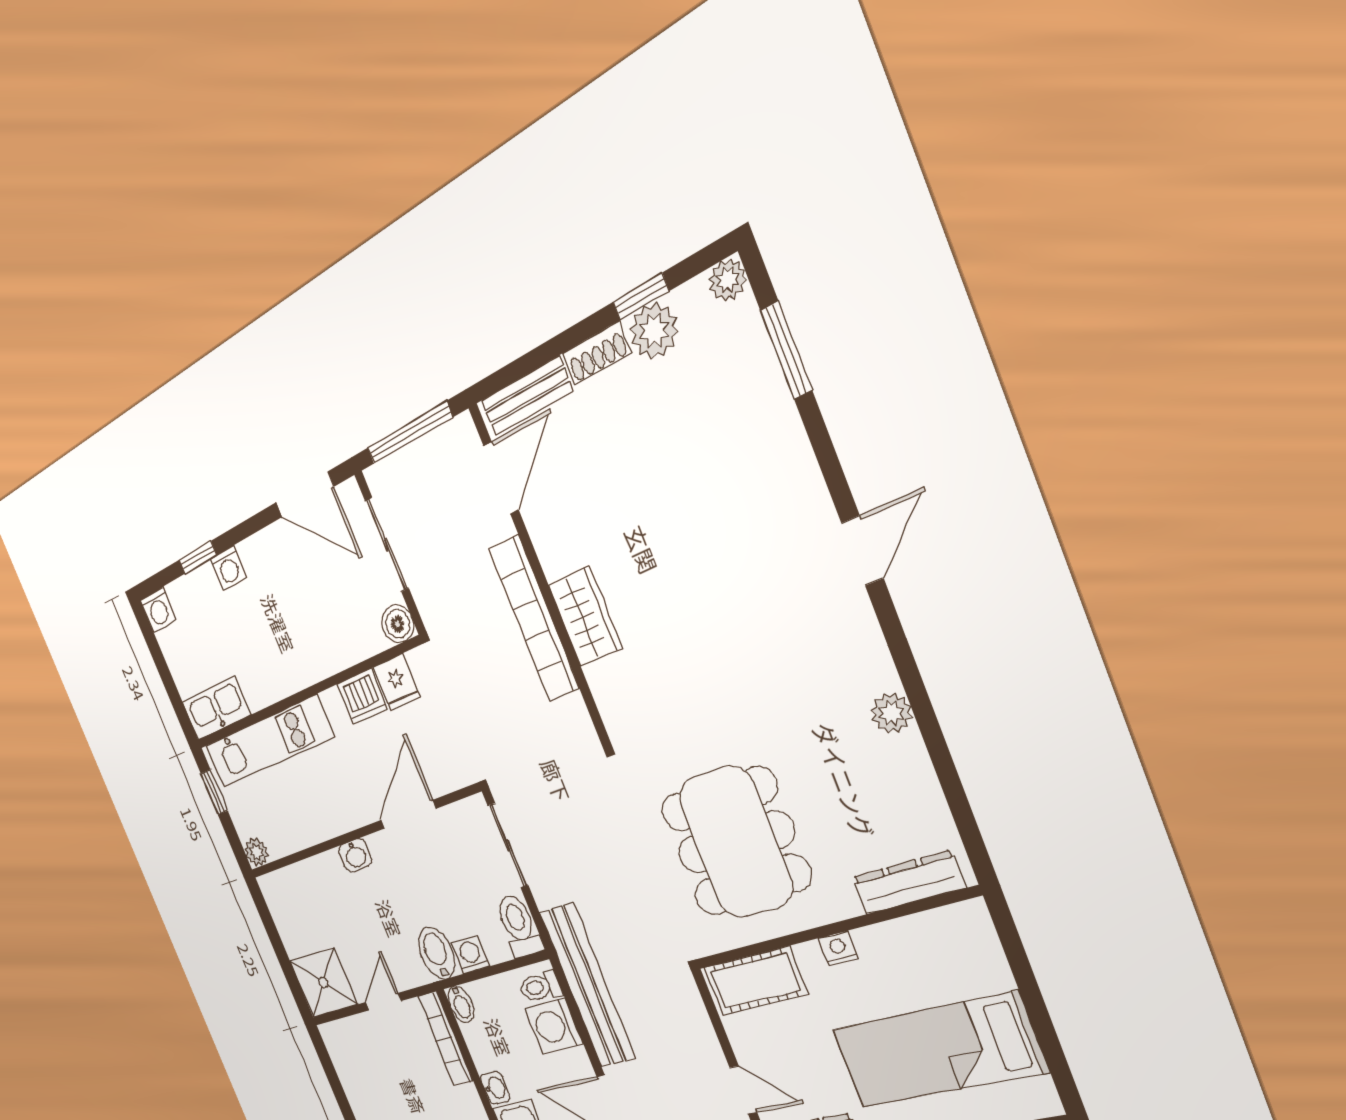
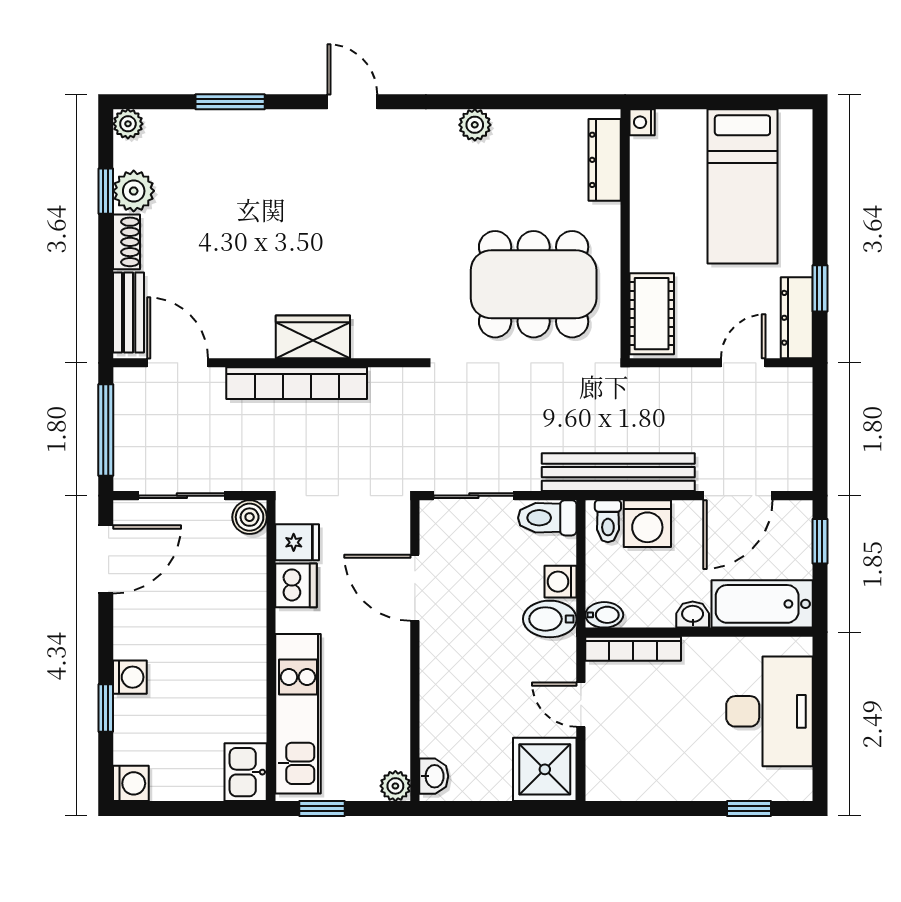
window: (786, 350) -> (230, 102), moved
kitchen sink: (216, 708) -> (246, 772), width x0.73
washbasin: (355, 855) -> (434, 776), moved
nightstand: (838, 948) -> (642, 122), moved

